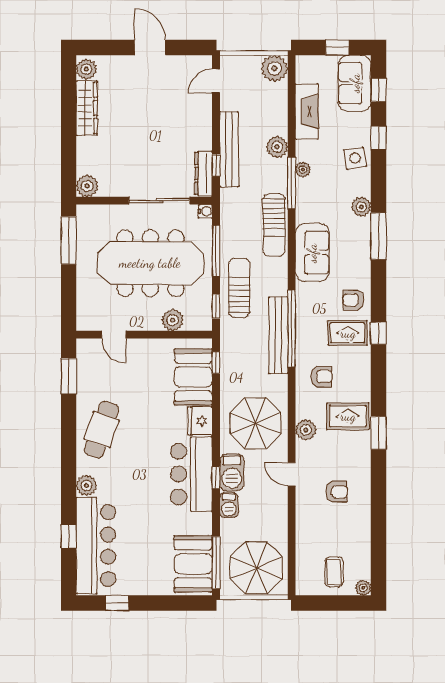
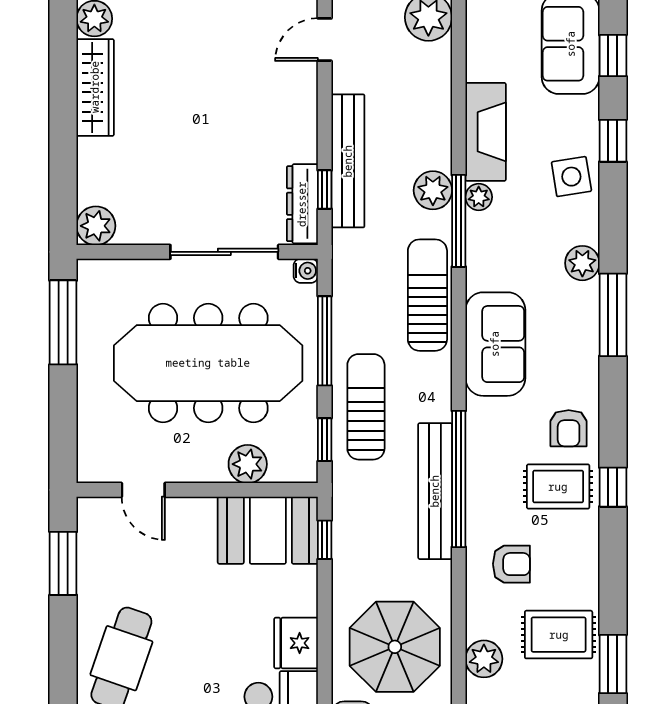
fireplace: (307, 111) -> (486, 132), moved
plant: (277, 147) -> (433, 190), moved
sun lounger: (274, 225) -> (427, 295), turned 180
armchair: (353, 300) -> (569, 428), turned -90
booth: (193, 377) -> (268, 530), moved, turned 90

